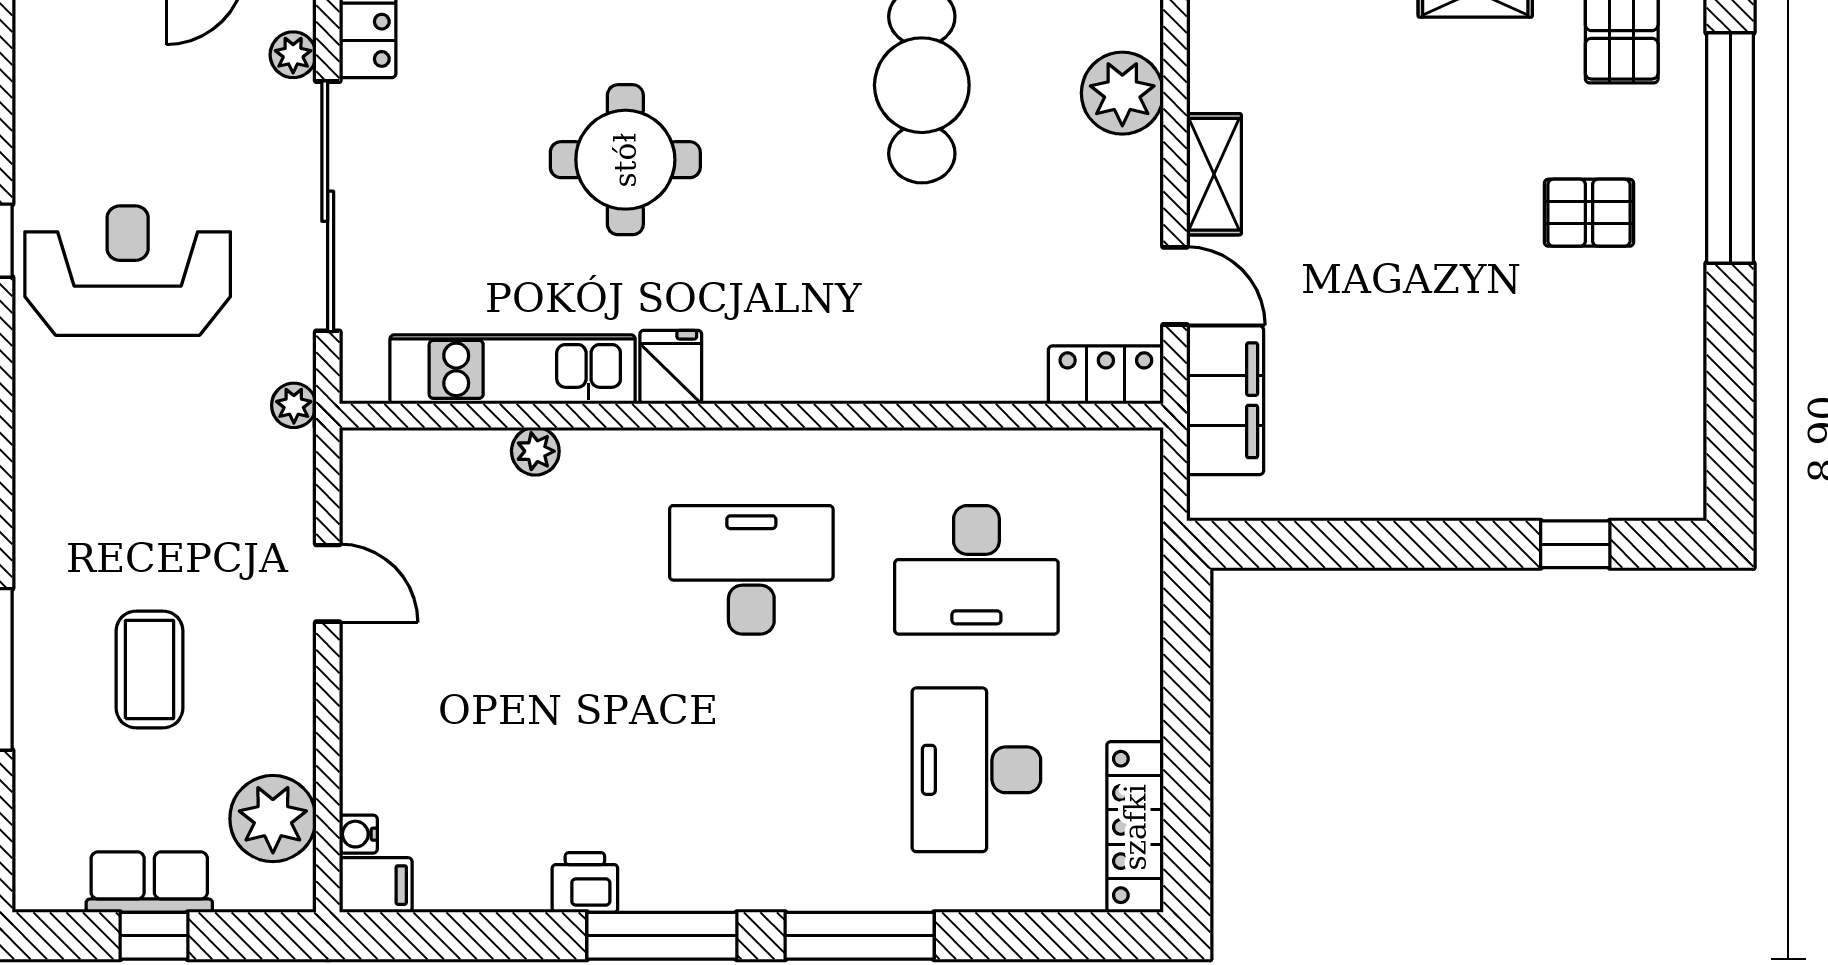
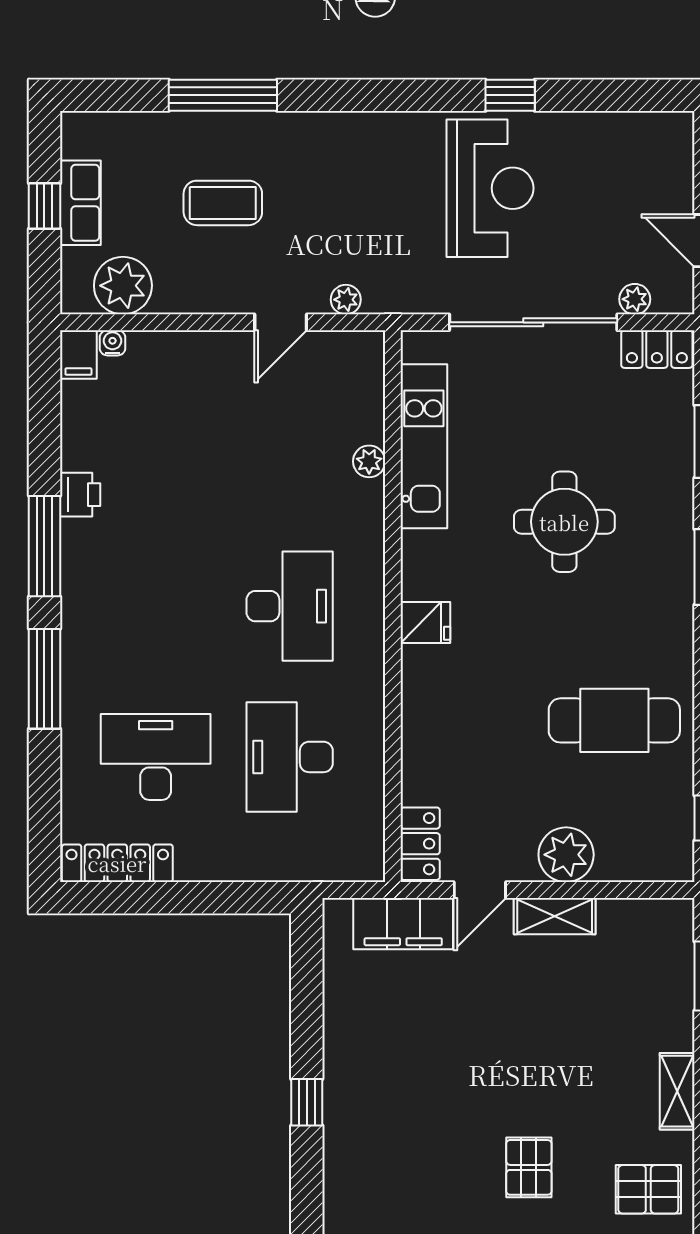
plant: (1122, 93) -> (566, 855), moved
fridge: (671, 367) -> (425, 623), moved
plant: (294, 405) -> (346, 300), moved
window: (1575, 544) -> (307, 1102), moved

